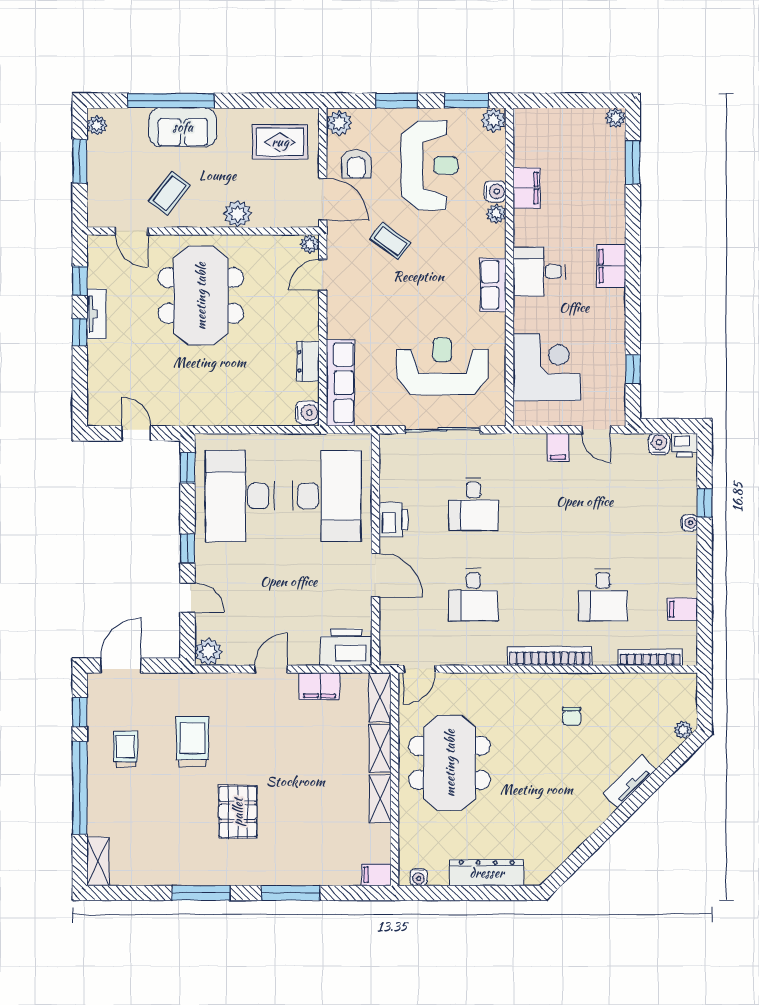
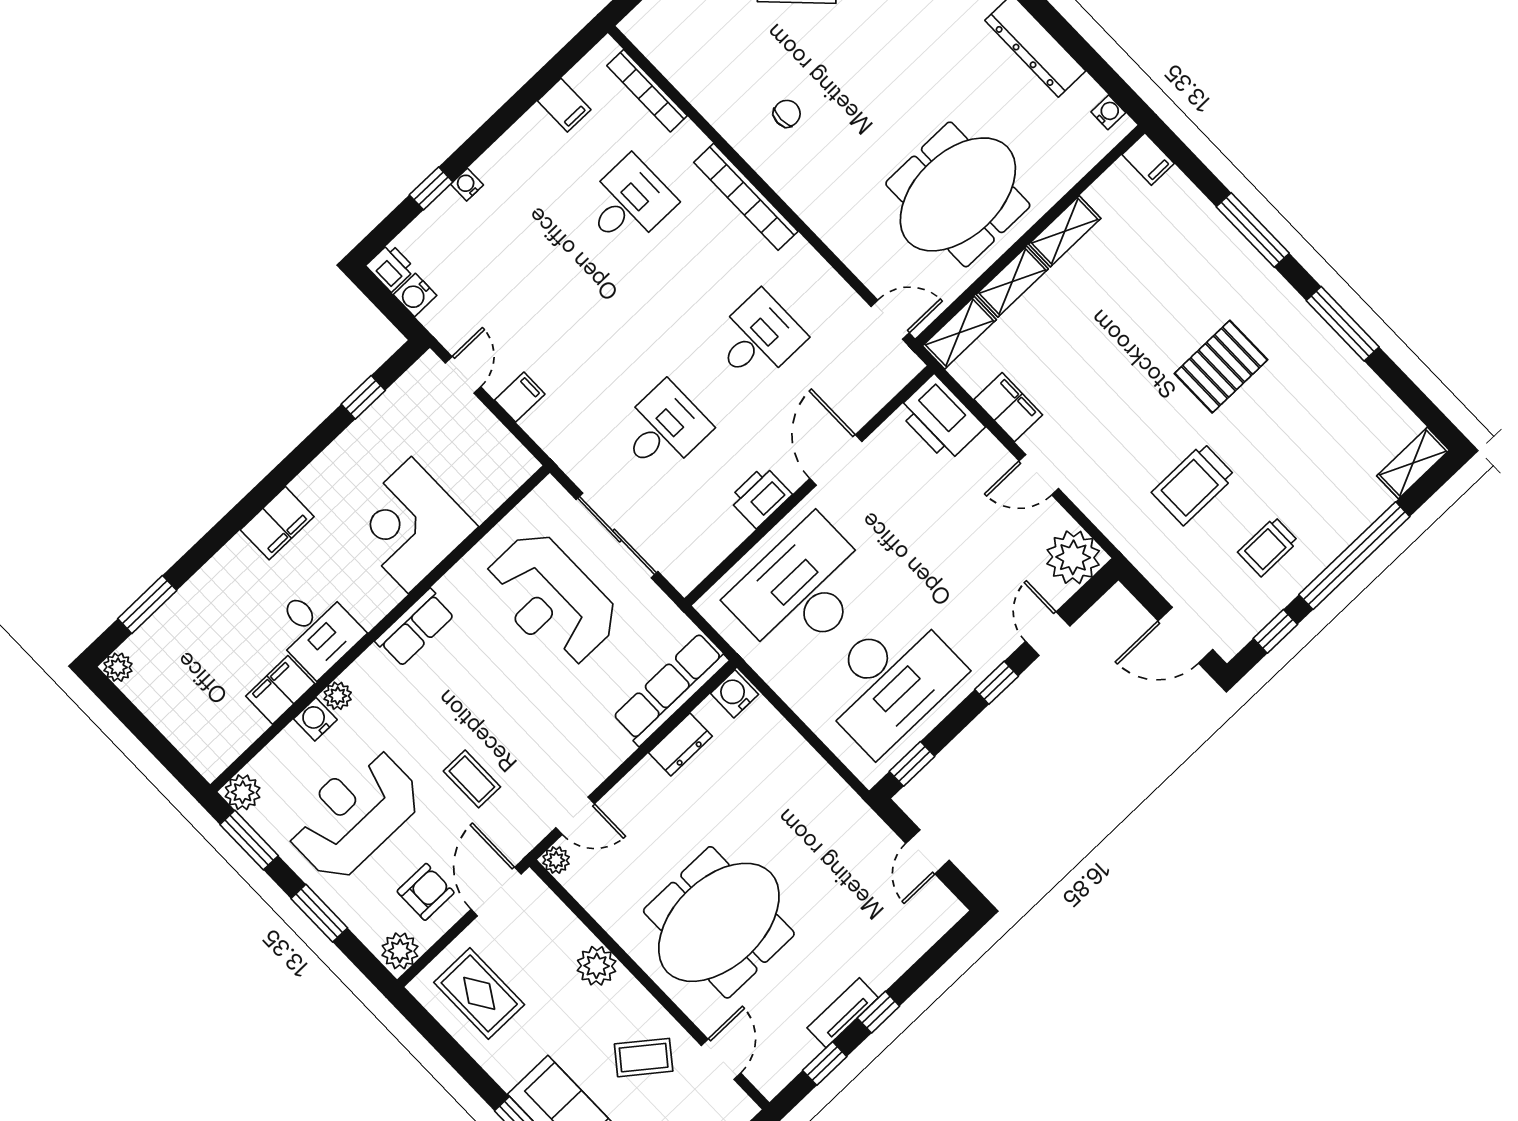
coffee table: (390, 241) -> (472, 779), turned -36
desk: (539, 272) -> (316, 630), moved
corner desk: (547, 367) -> (410, 525), moved
plant: (208, 652) -> (1073, 557), width x1.36, depth x1.36

